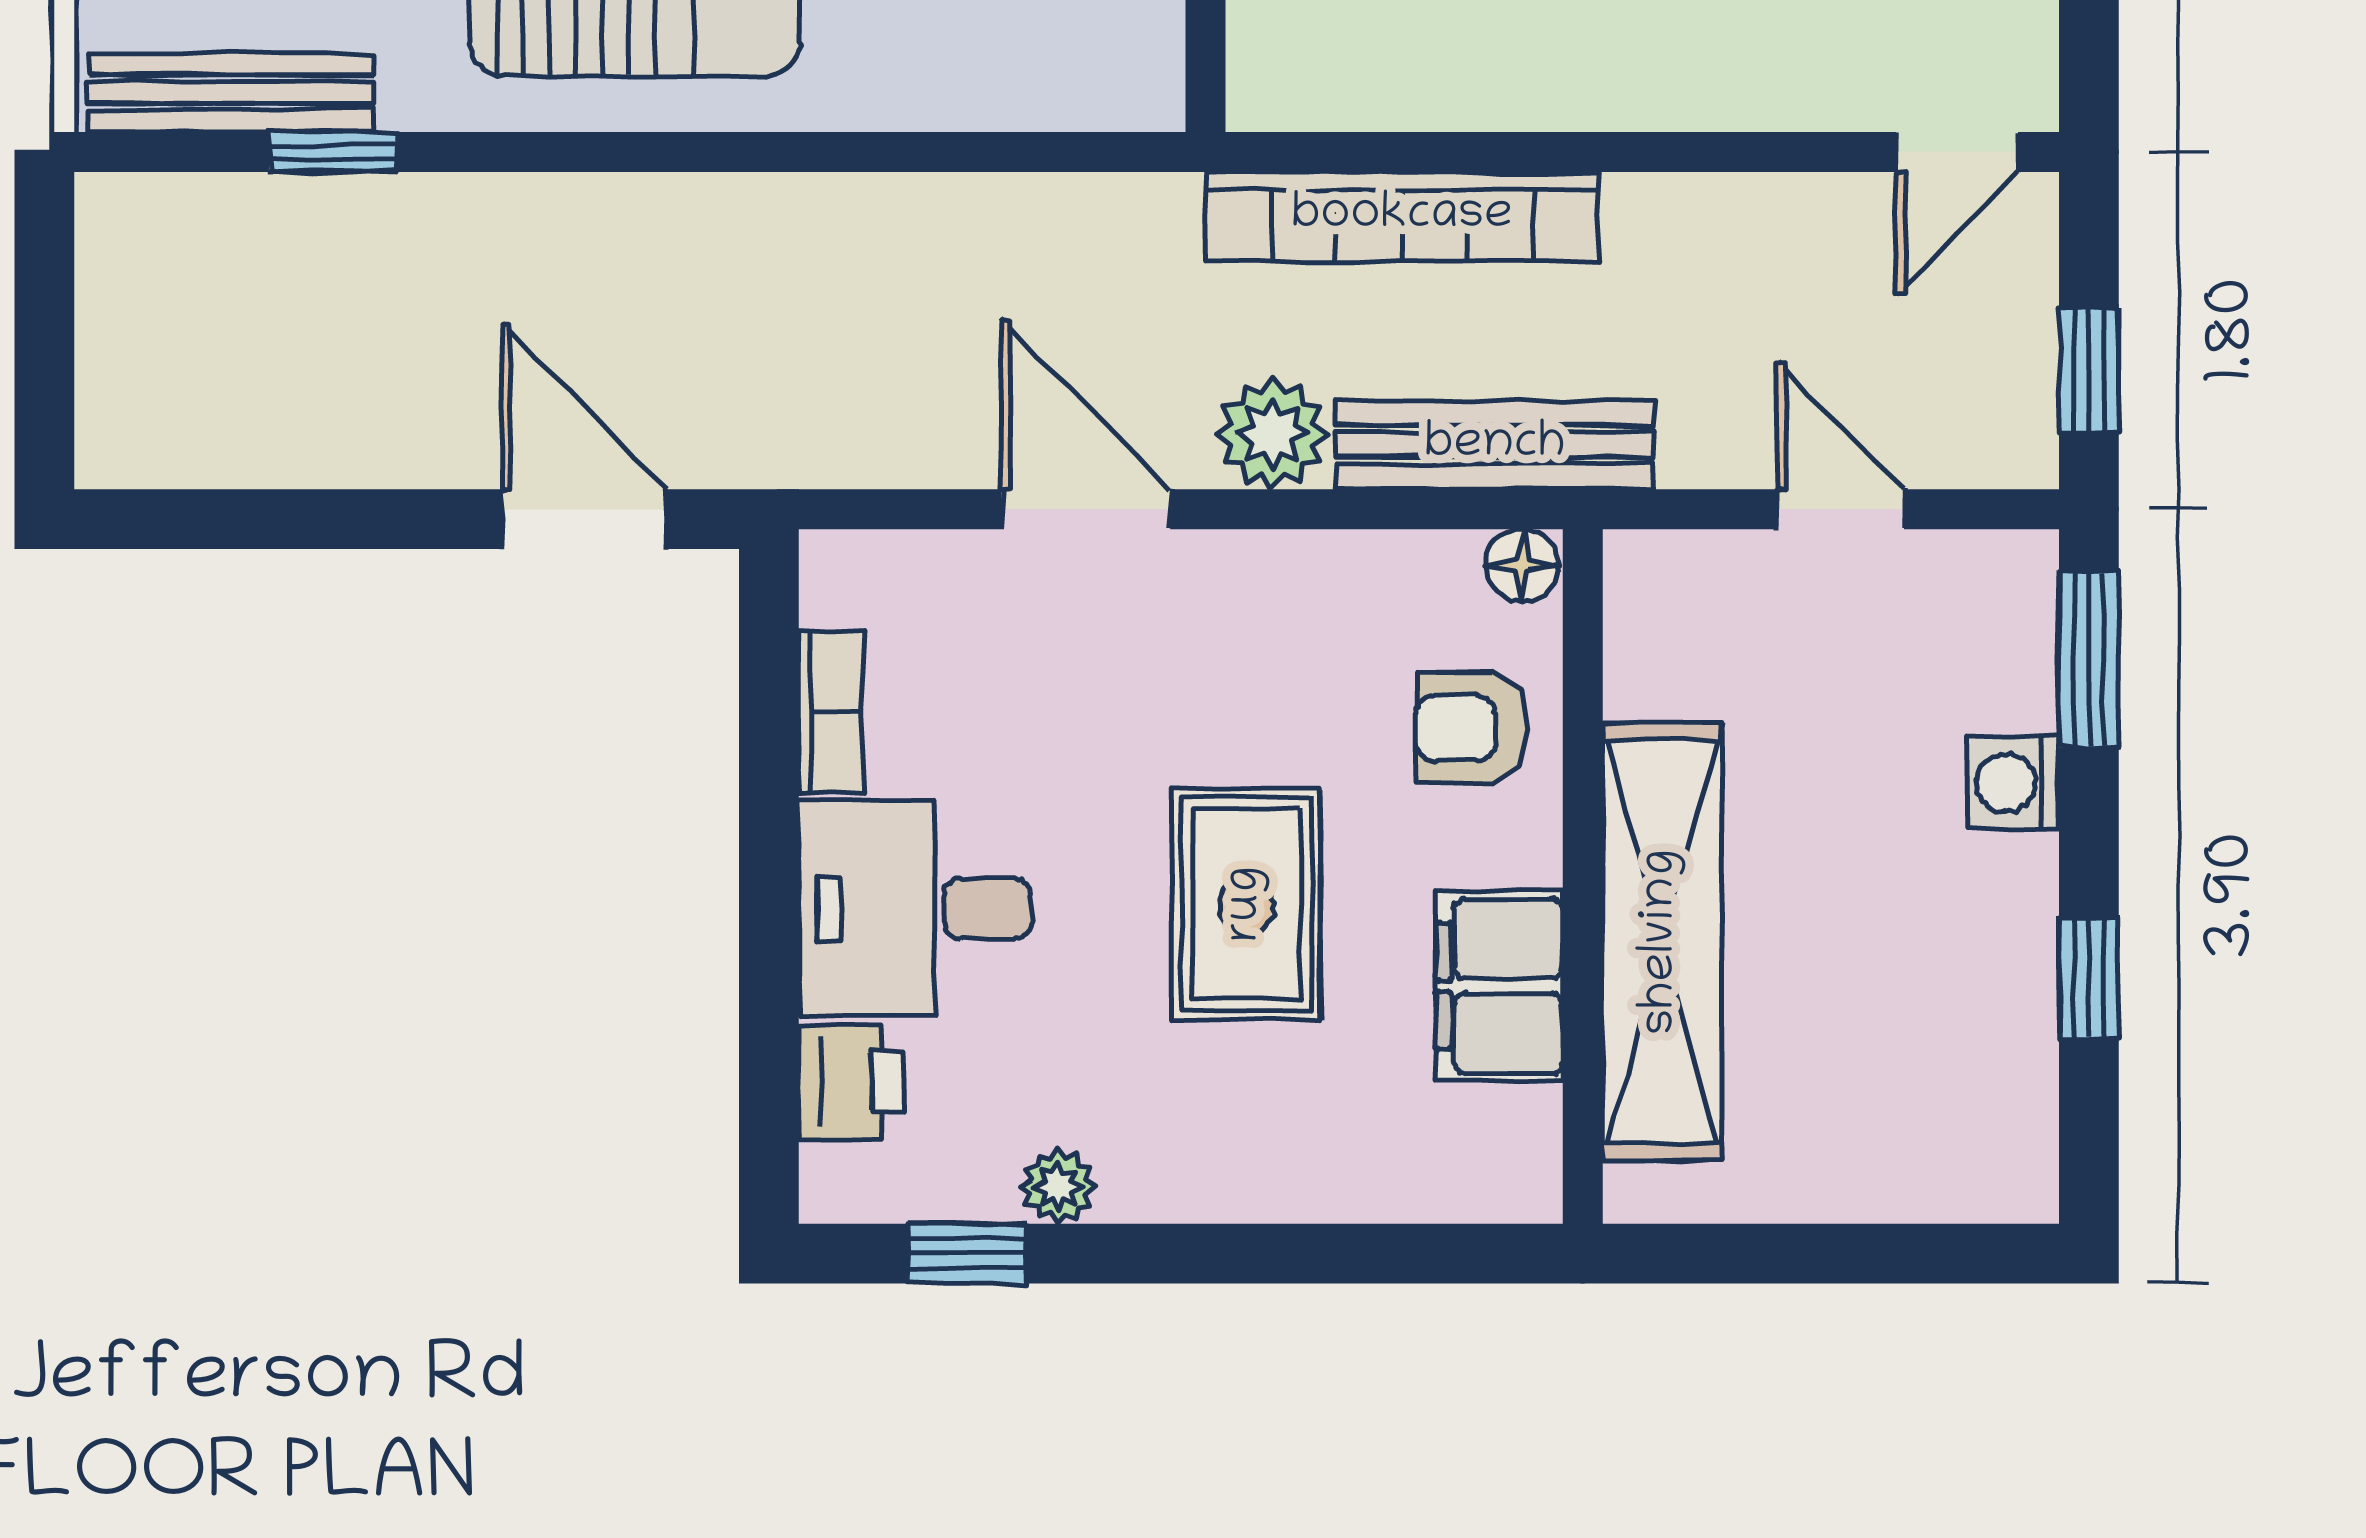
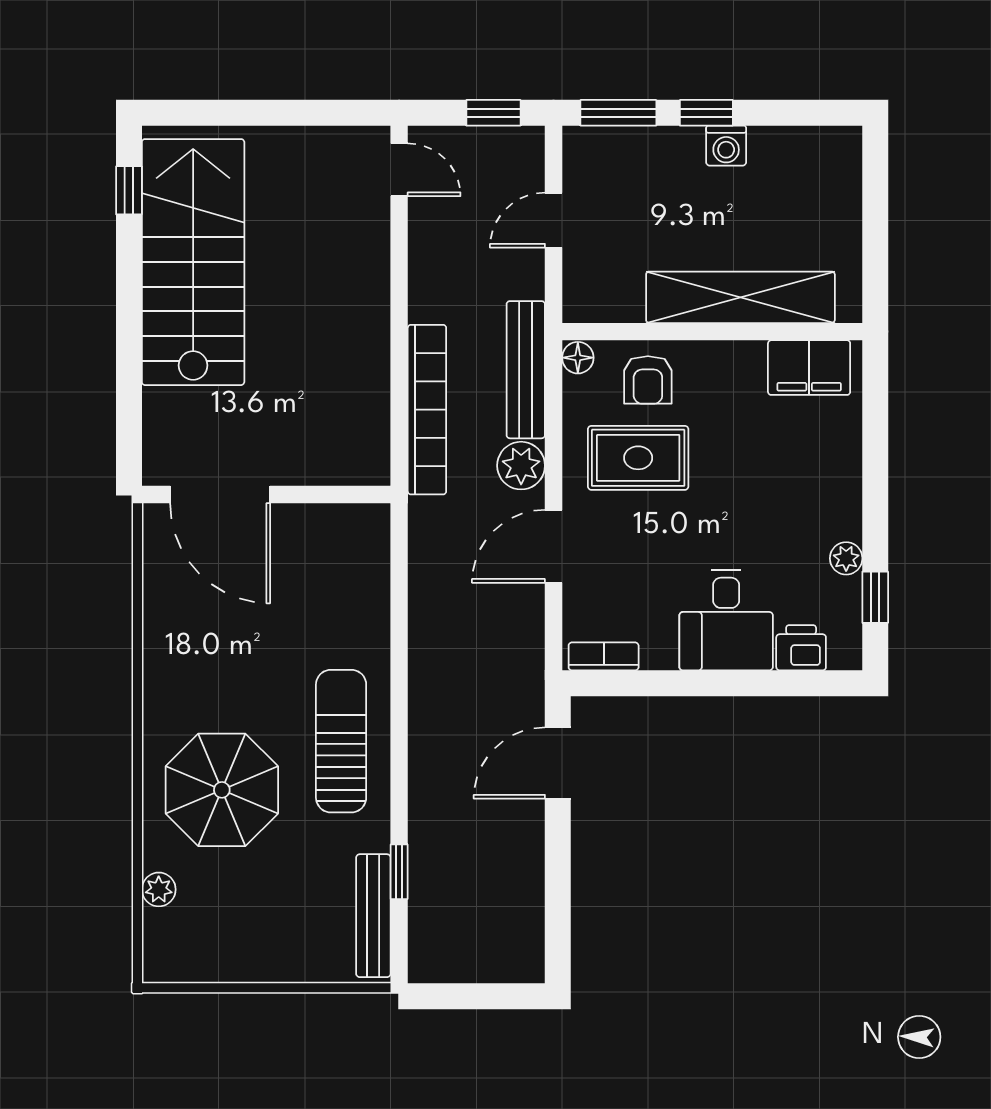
bookcase: (831, 712) -> (604, 656), moved
washing machine: (2013, 783) -> (726, 146), moved
rug: (1246, 904) -> (638, 458), moved
window: (2089, 978) -> (706, 113), moved
filing cabinet: (1499, 986) -> (809, 368), moved

